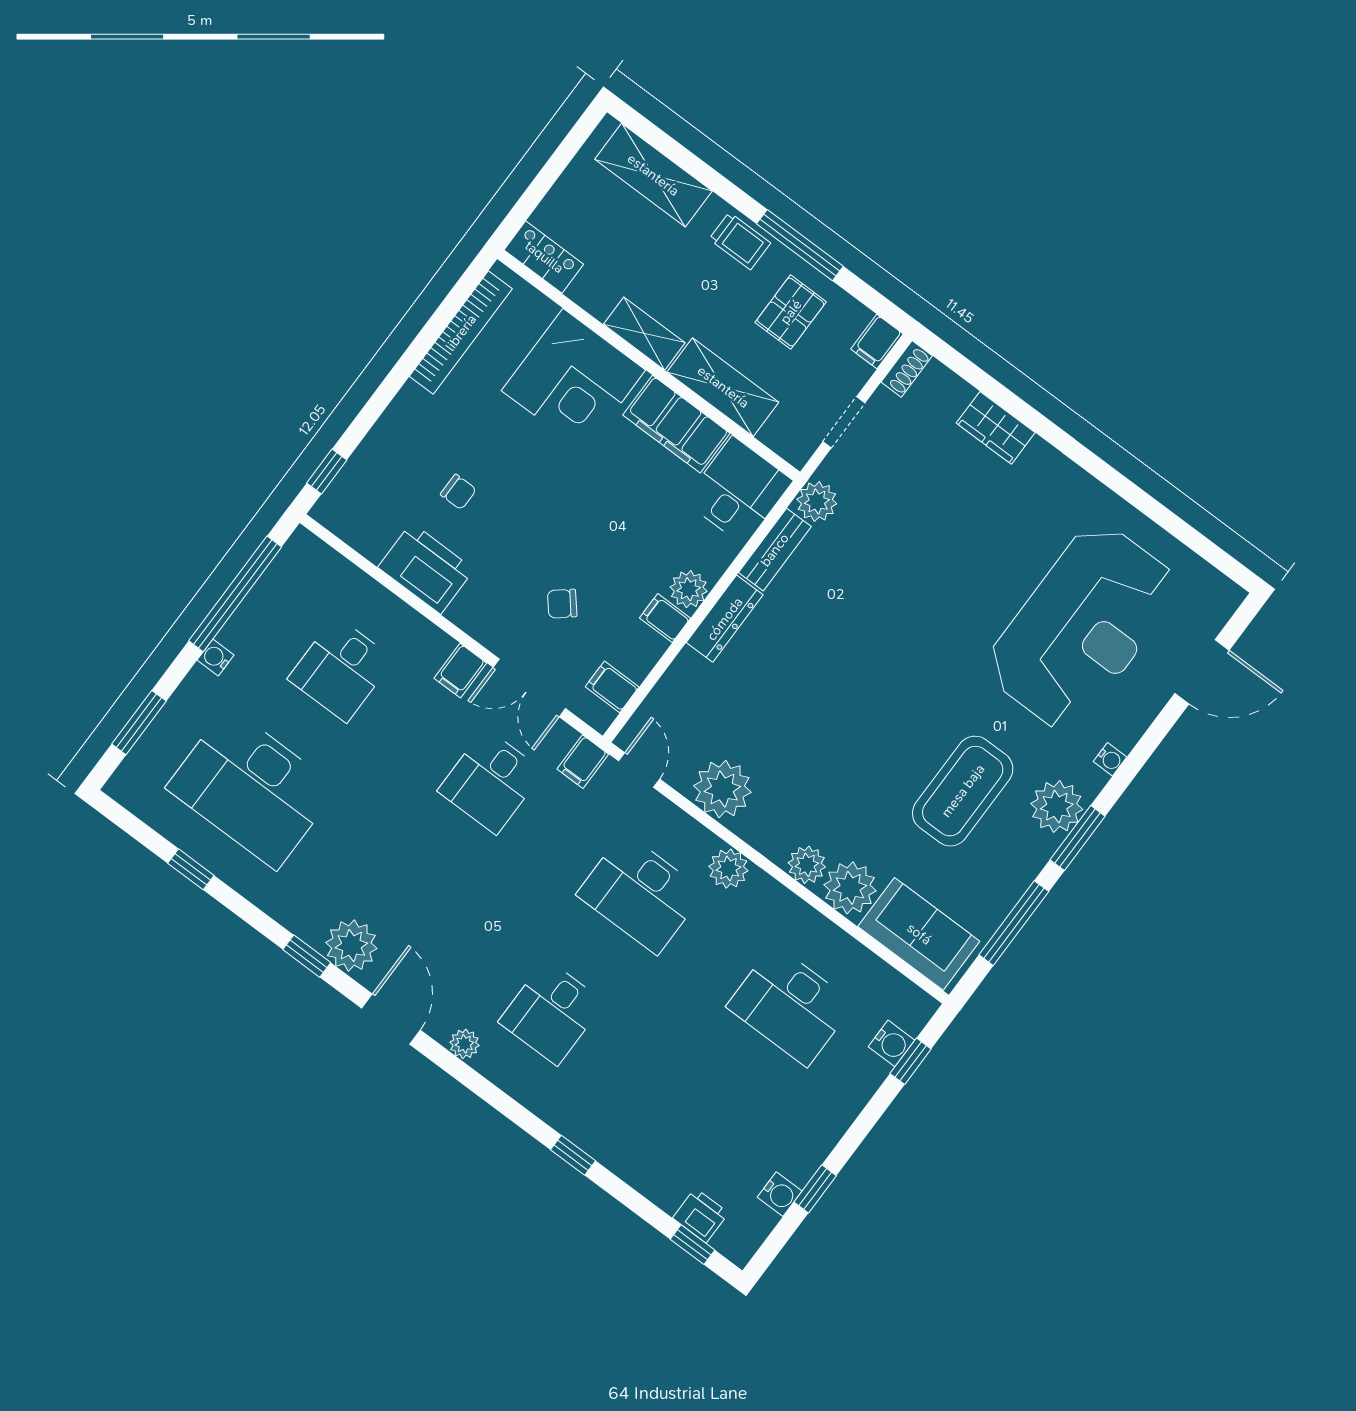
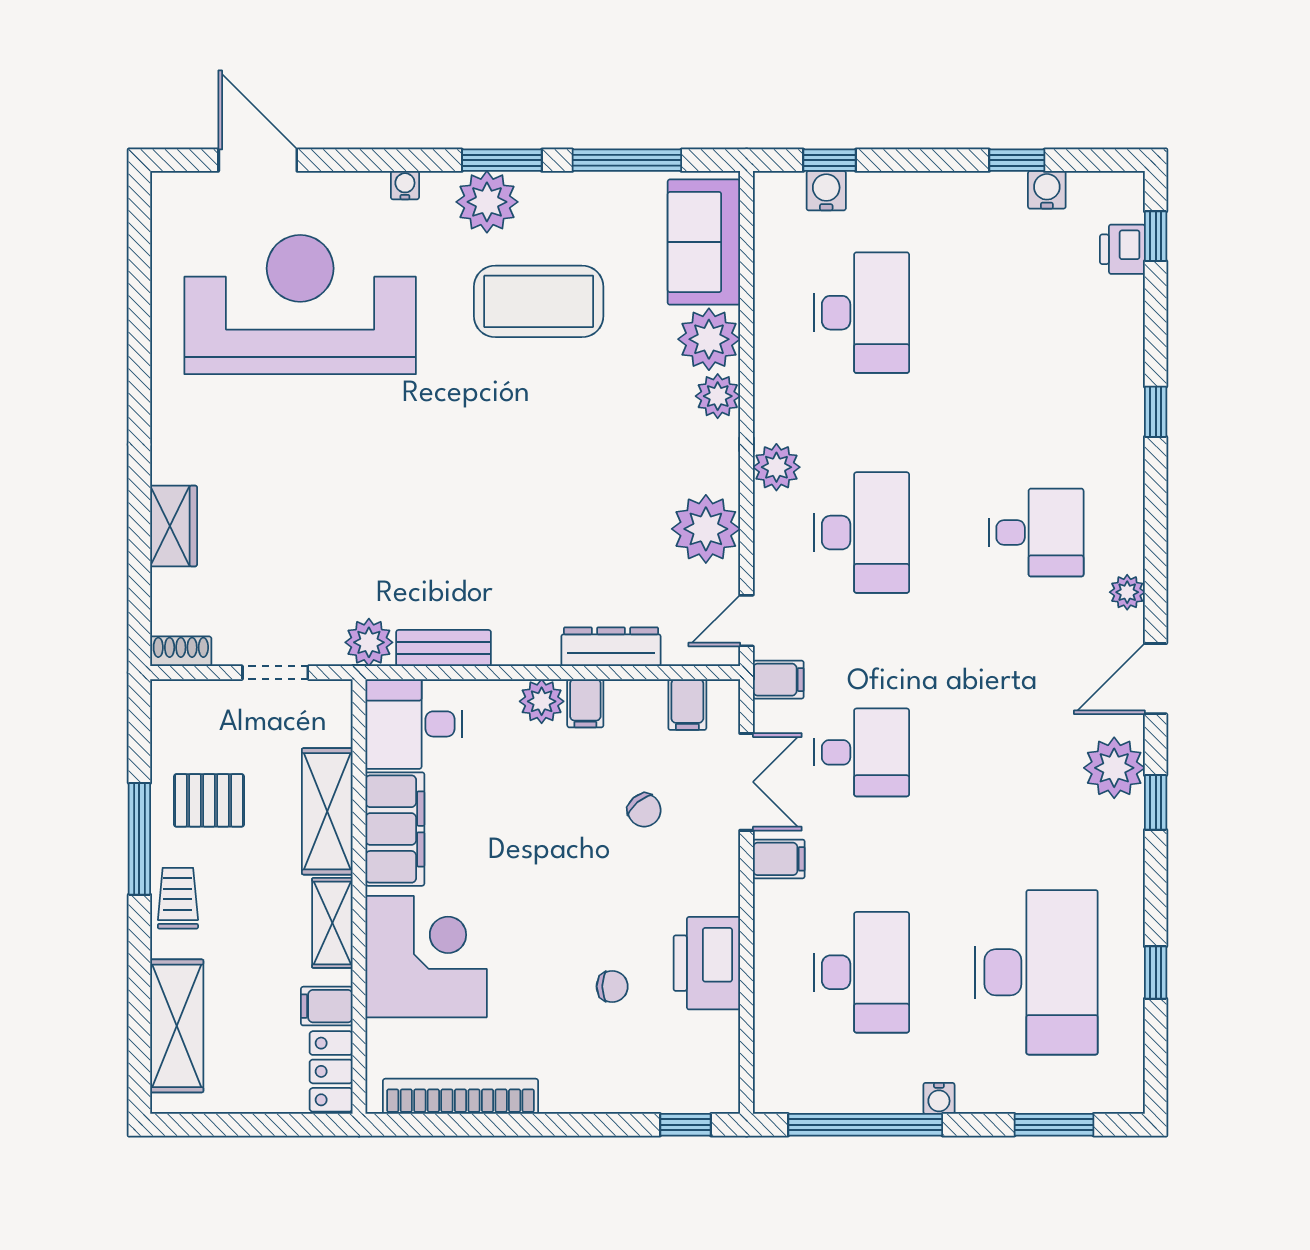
filing cabinet: (877, 342) -> (327, 1006), moved, turned 180
chair: (458, 492) -> (612, 986), turned 90
dresser: (725, 619) -> (611, 647), moved
desk: (341, 669) -> (862, 972), width x1.37

